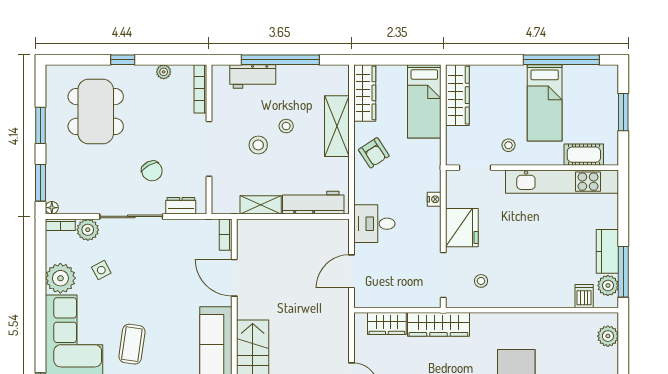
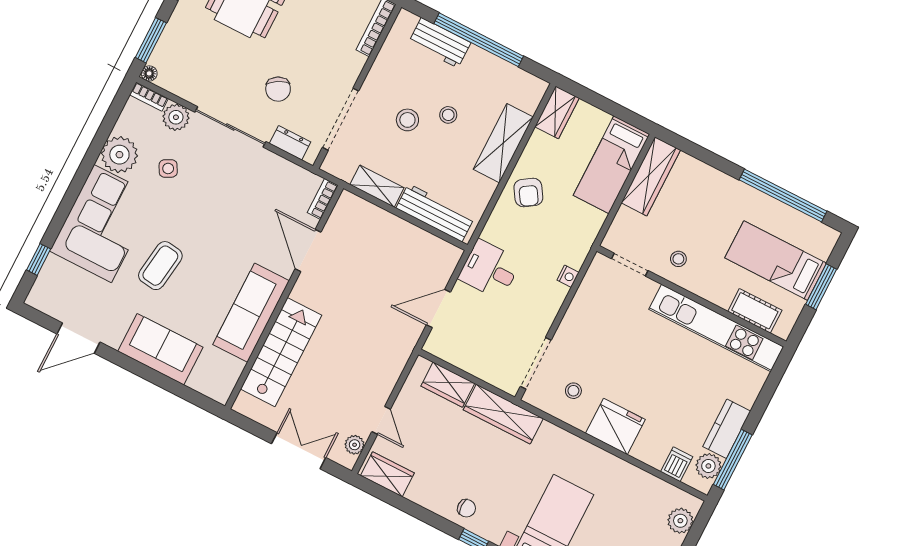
wardrobe: (365, 93) -> (557, 112), width x0.67
bed: (545, 103) -> (776, 260), moved, turned 90
doorway: (209, 149) -> (341, 119), moved
fridge: (462, 228) -> (615, 426), moved, turned -90

